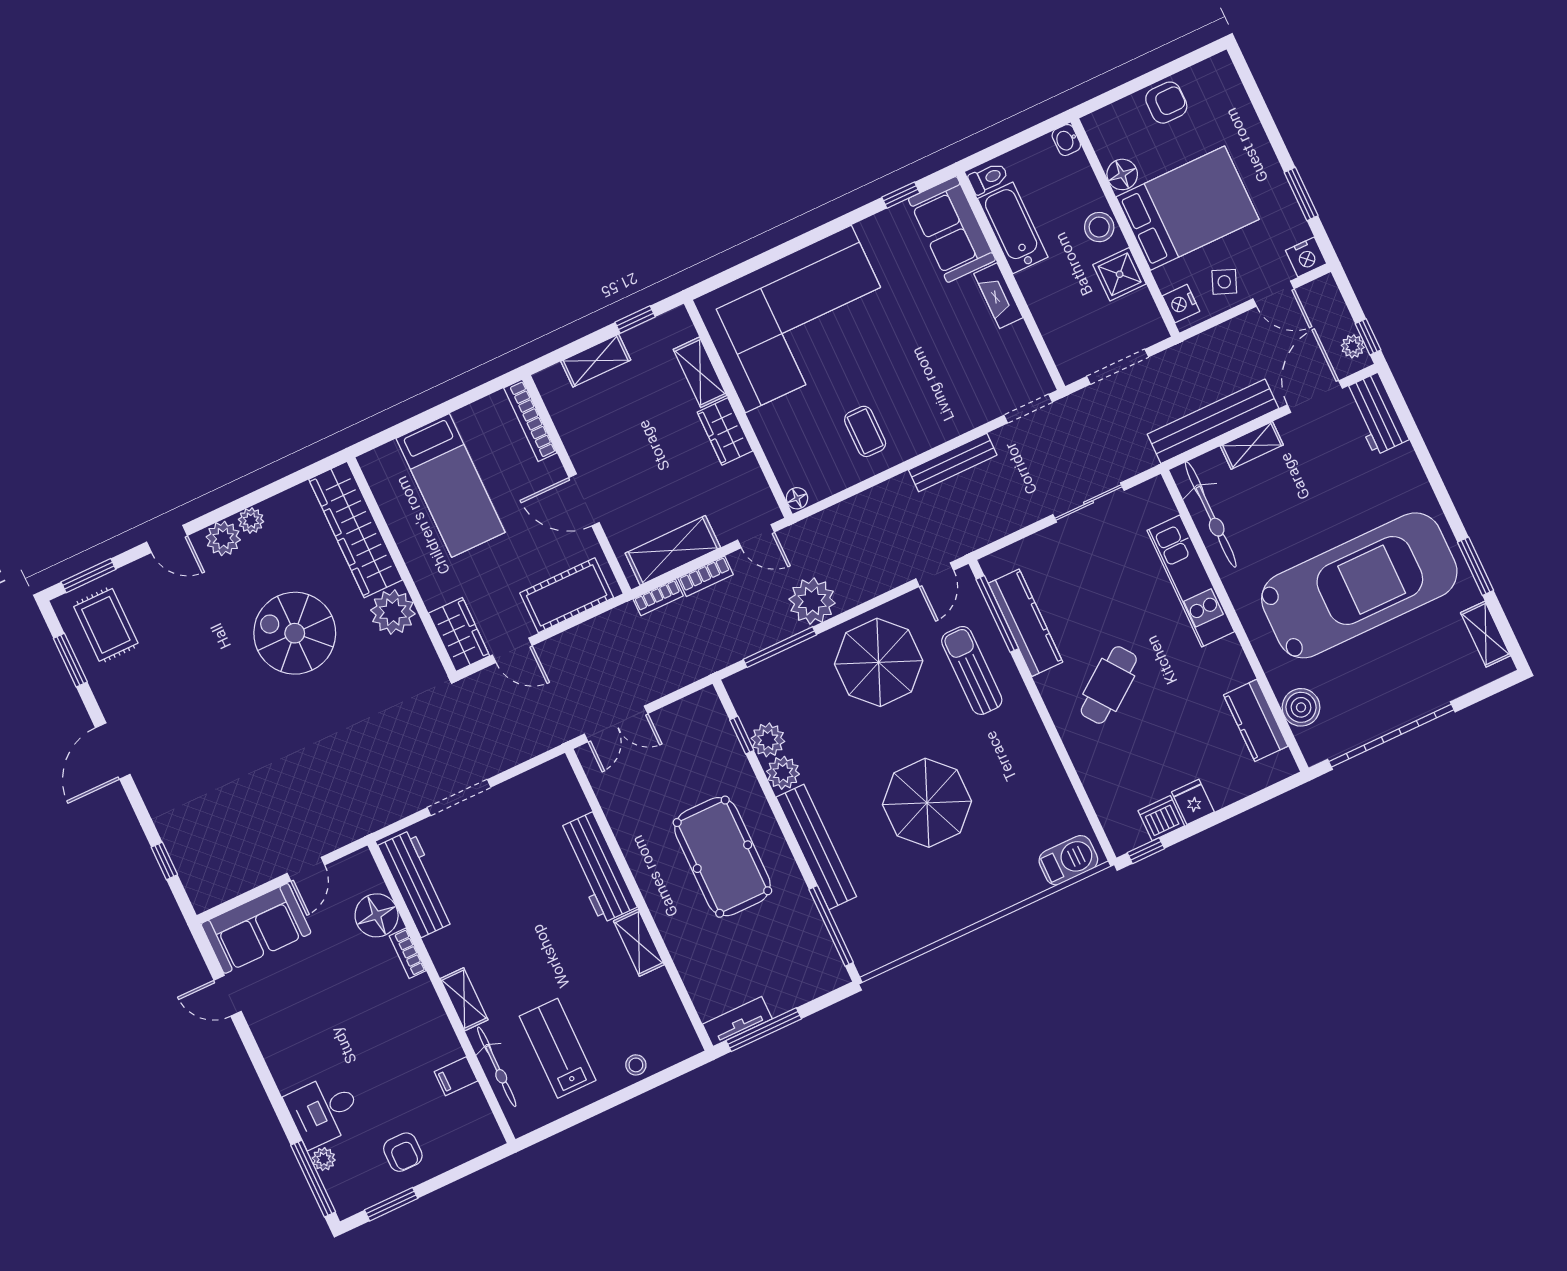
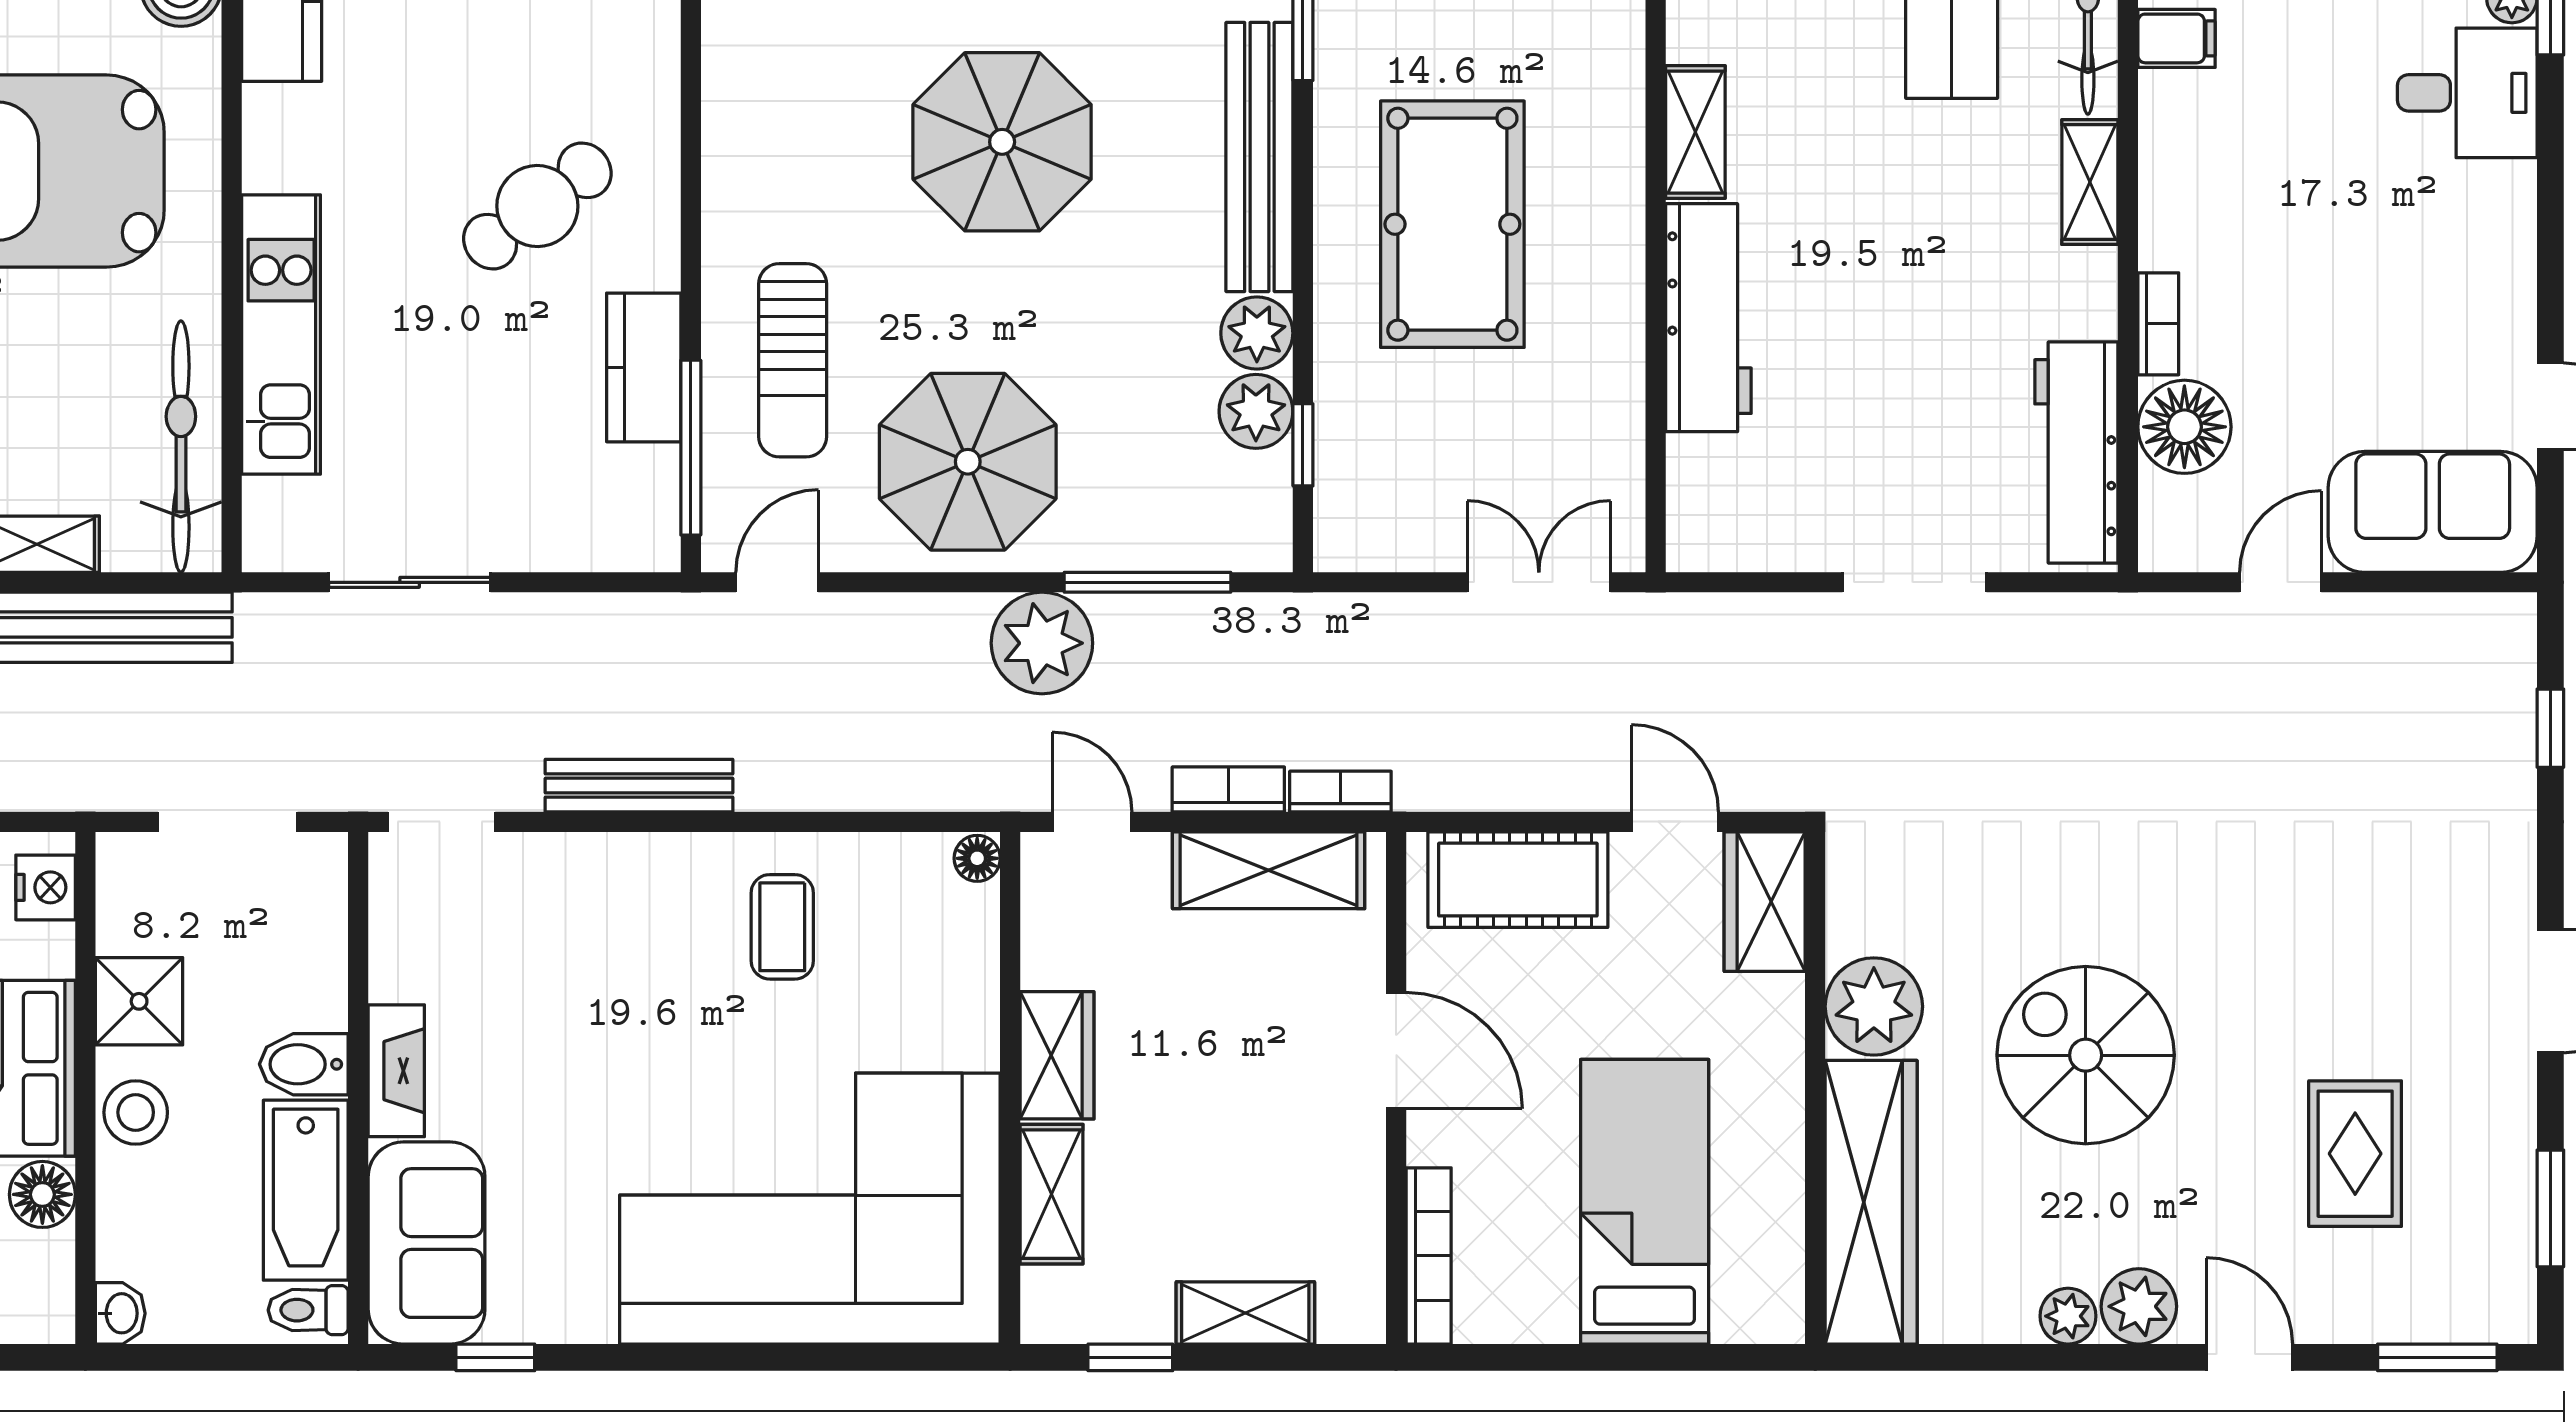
bidet: (1038, 280) -> (304, 1064), added
kitchen counter: (1025, 623) -> (644, 367), width x0.67
rug: (106, 625) -> (2355, 1154), moved
spiral stairs: (295, 633) -> (2086, 1055), turned 180

